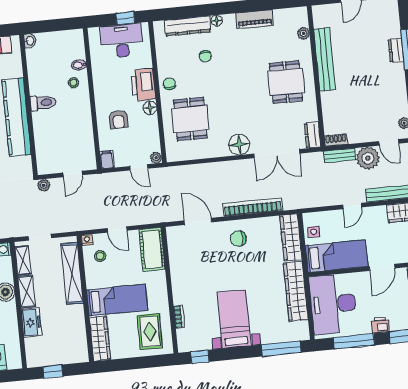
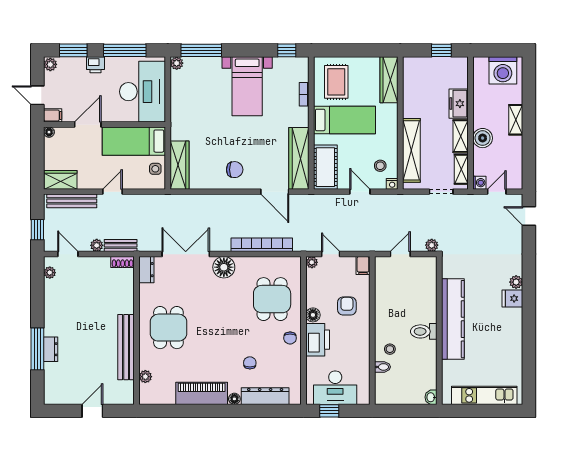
piano: (255, 19) -> (202, 393), width x1.37, depth x1.33
plant: (368, 158) -> (97, 245), width x0.53, depth x0.53
bookcase: (253, 207) -> (262, 245), moved, turned 180
wardrobe: (296, 291) -> (299, 158), moved, turned 180
bed: (117, 300) -> (344, 120), moved, turned 180
plant: (303, 334) -> (177, 63), added

